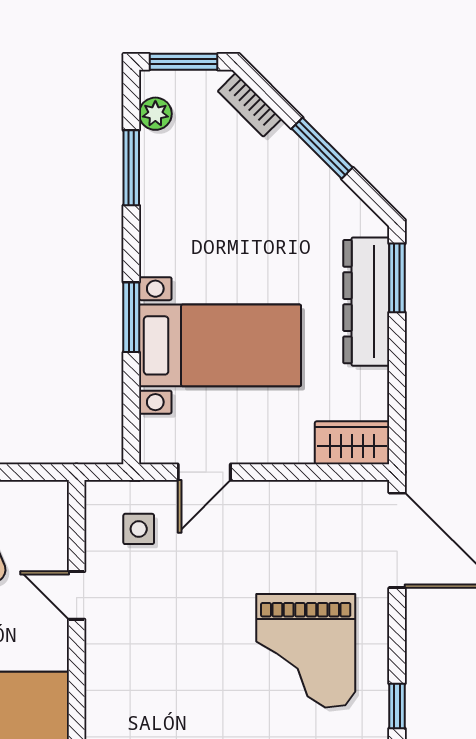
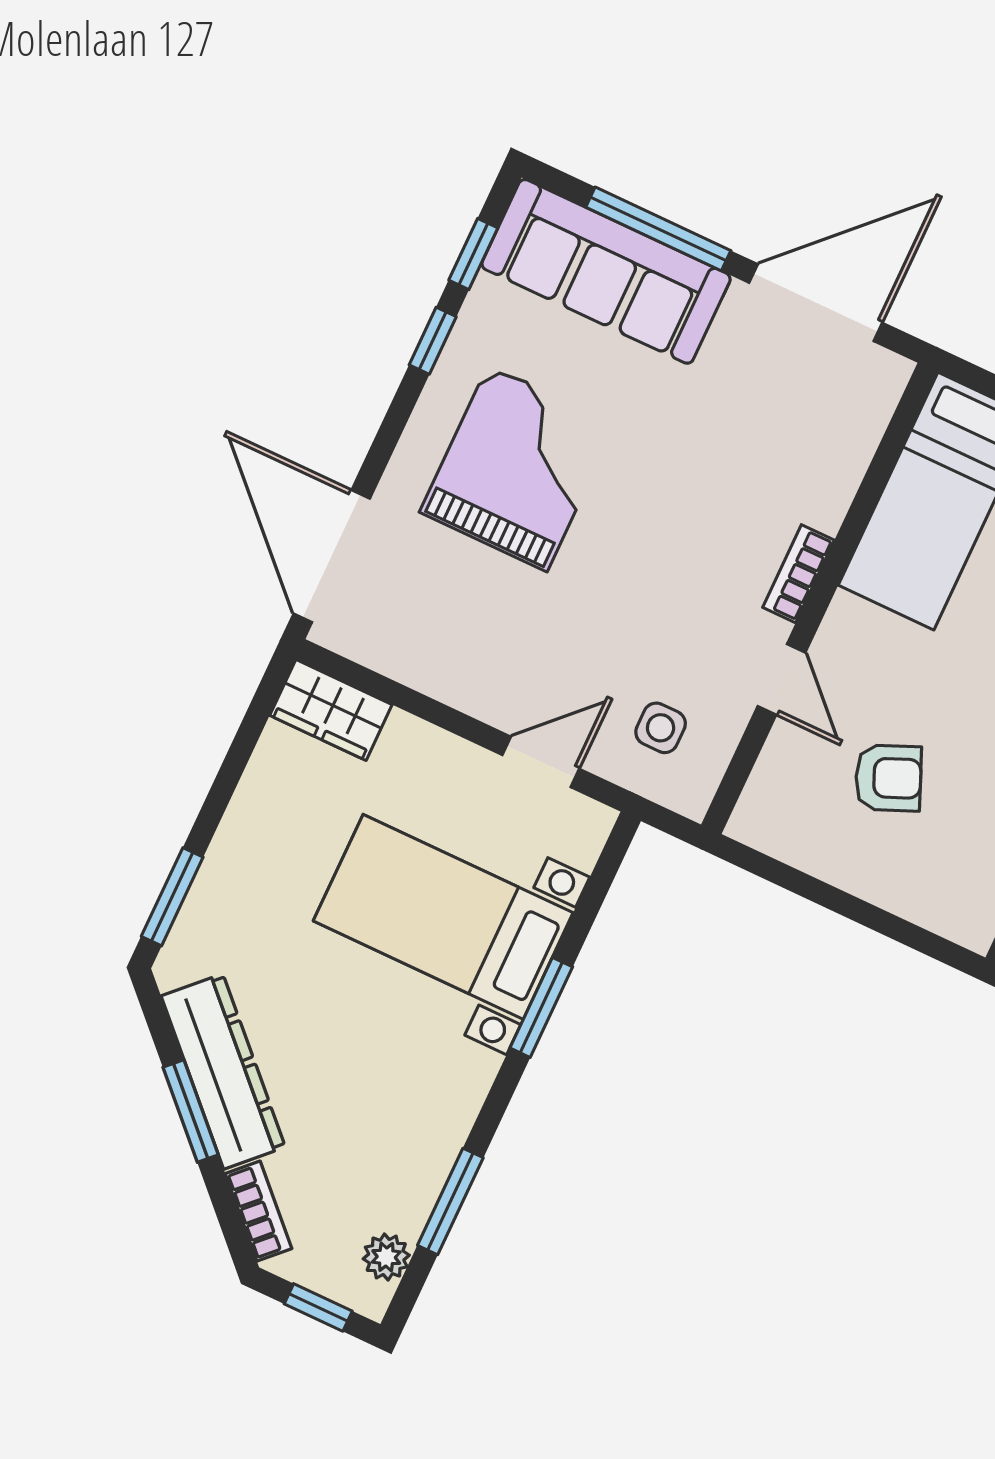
window: (183, 62) -> (318, 1307), width x0.67
dresser: (366, 302) -> (223, 1071), moved, turned -45
bookcase: (97, 667) -> (798, 574), added

